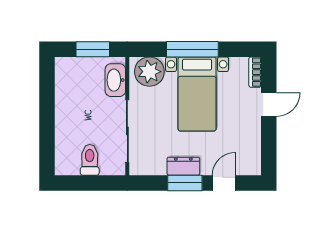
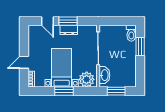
window: (192, 49) -> (64, 91), width x0.69
window: (47, 134) -> (140, 47), added
toilet: (90, 160) -> (131, 33), moved
door: (224, 183) -> (48, 21), hinge flipped

